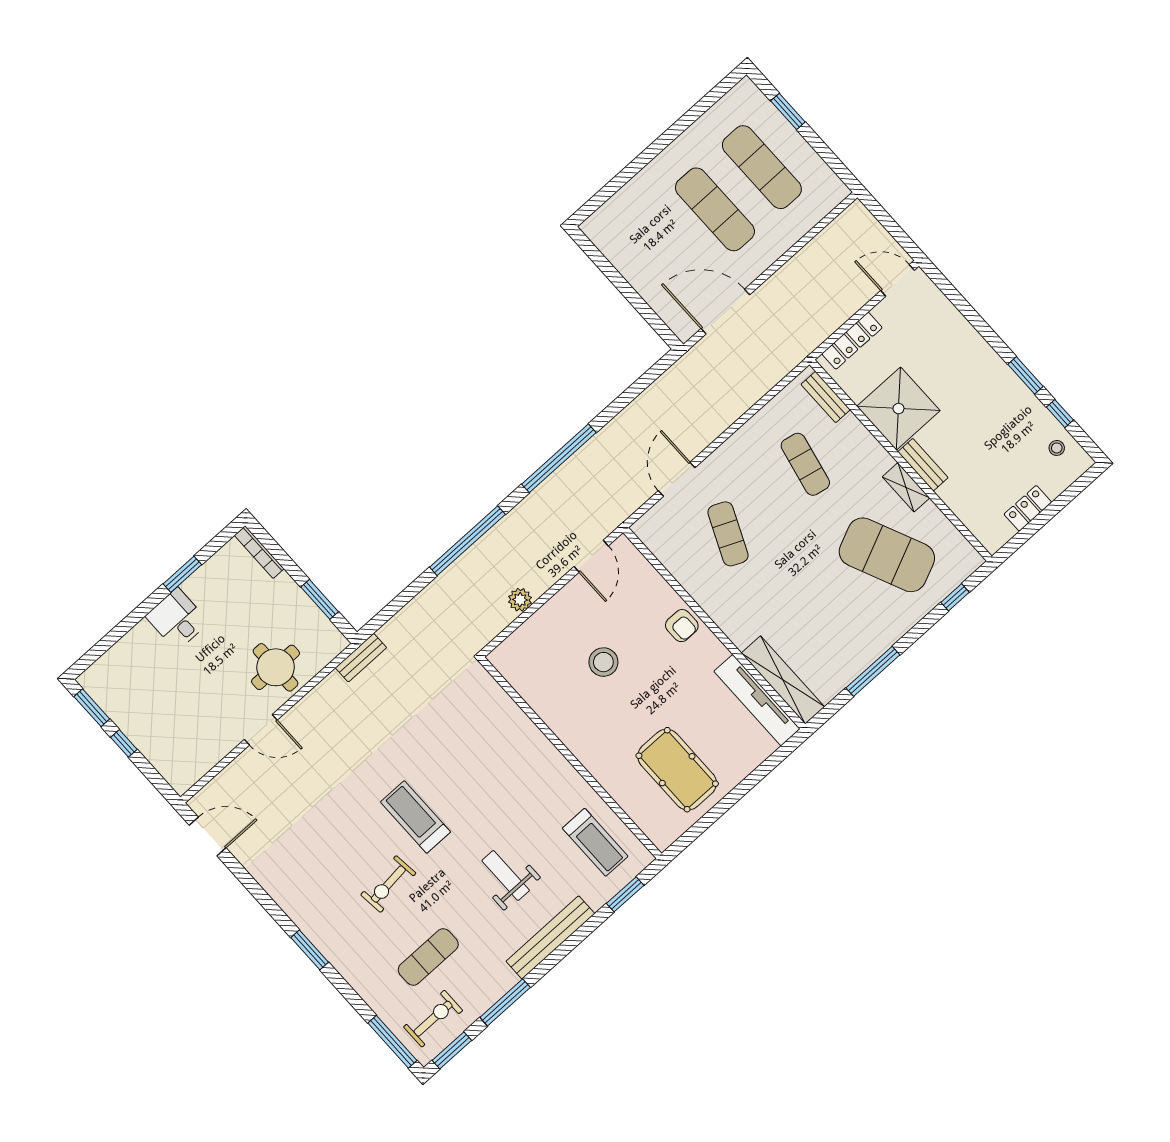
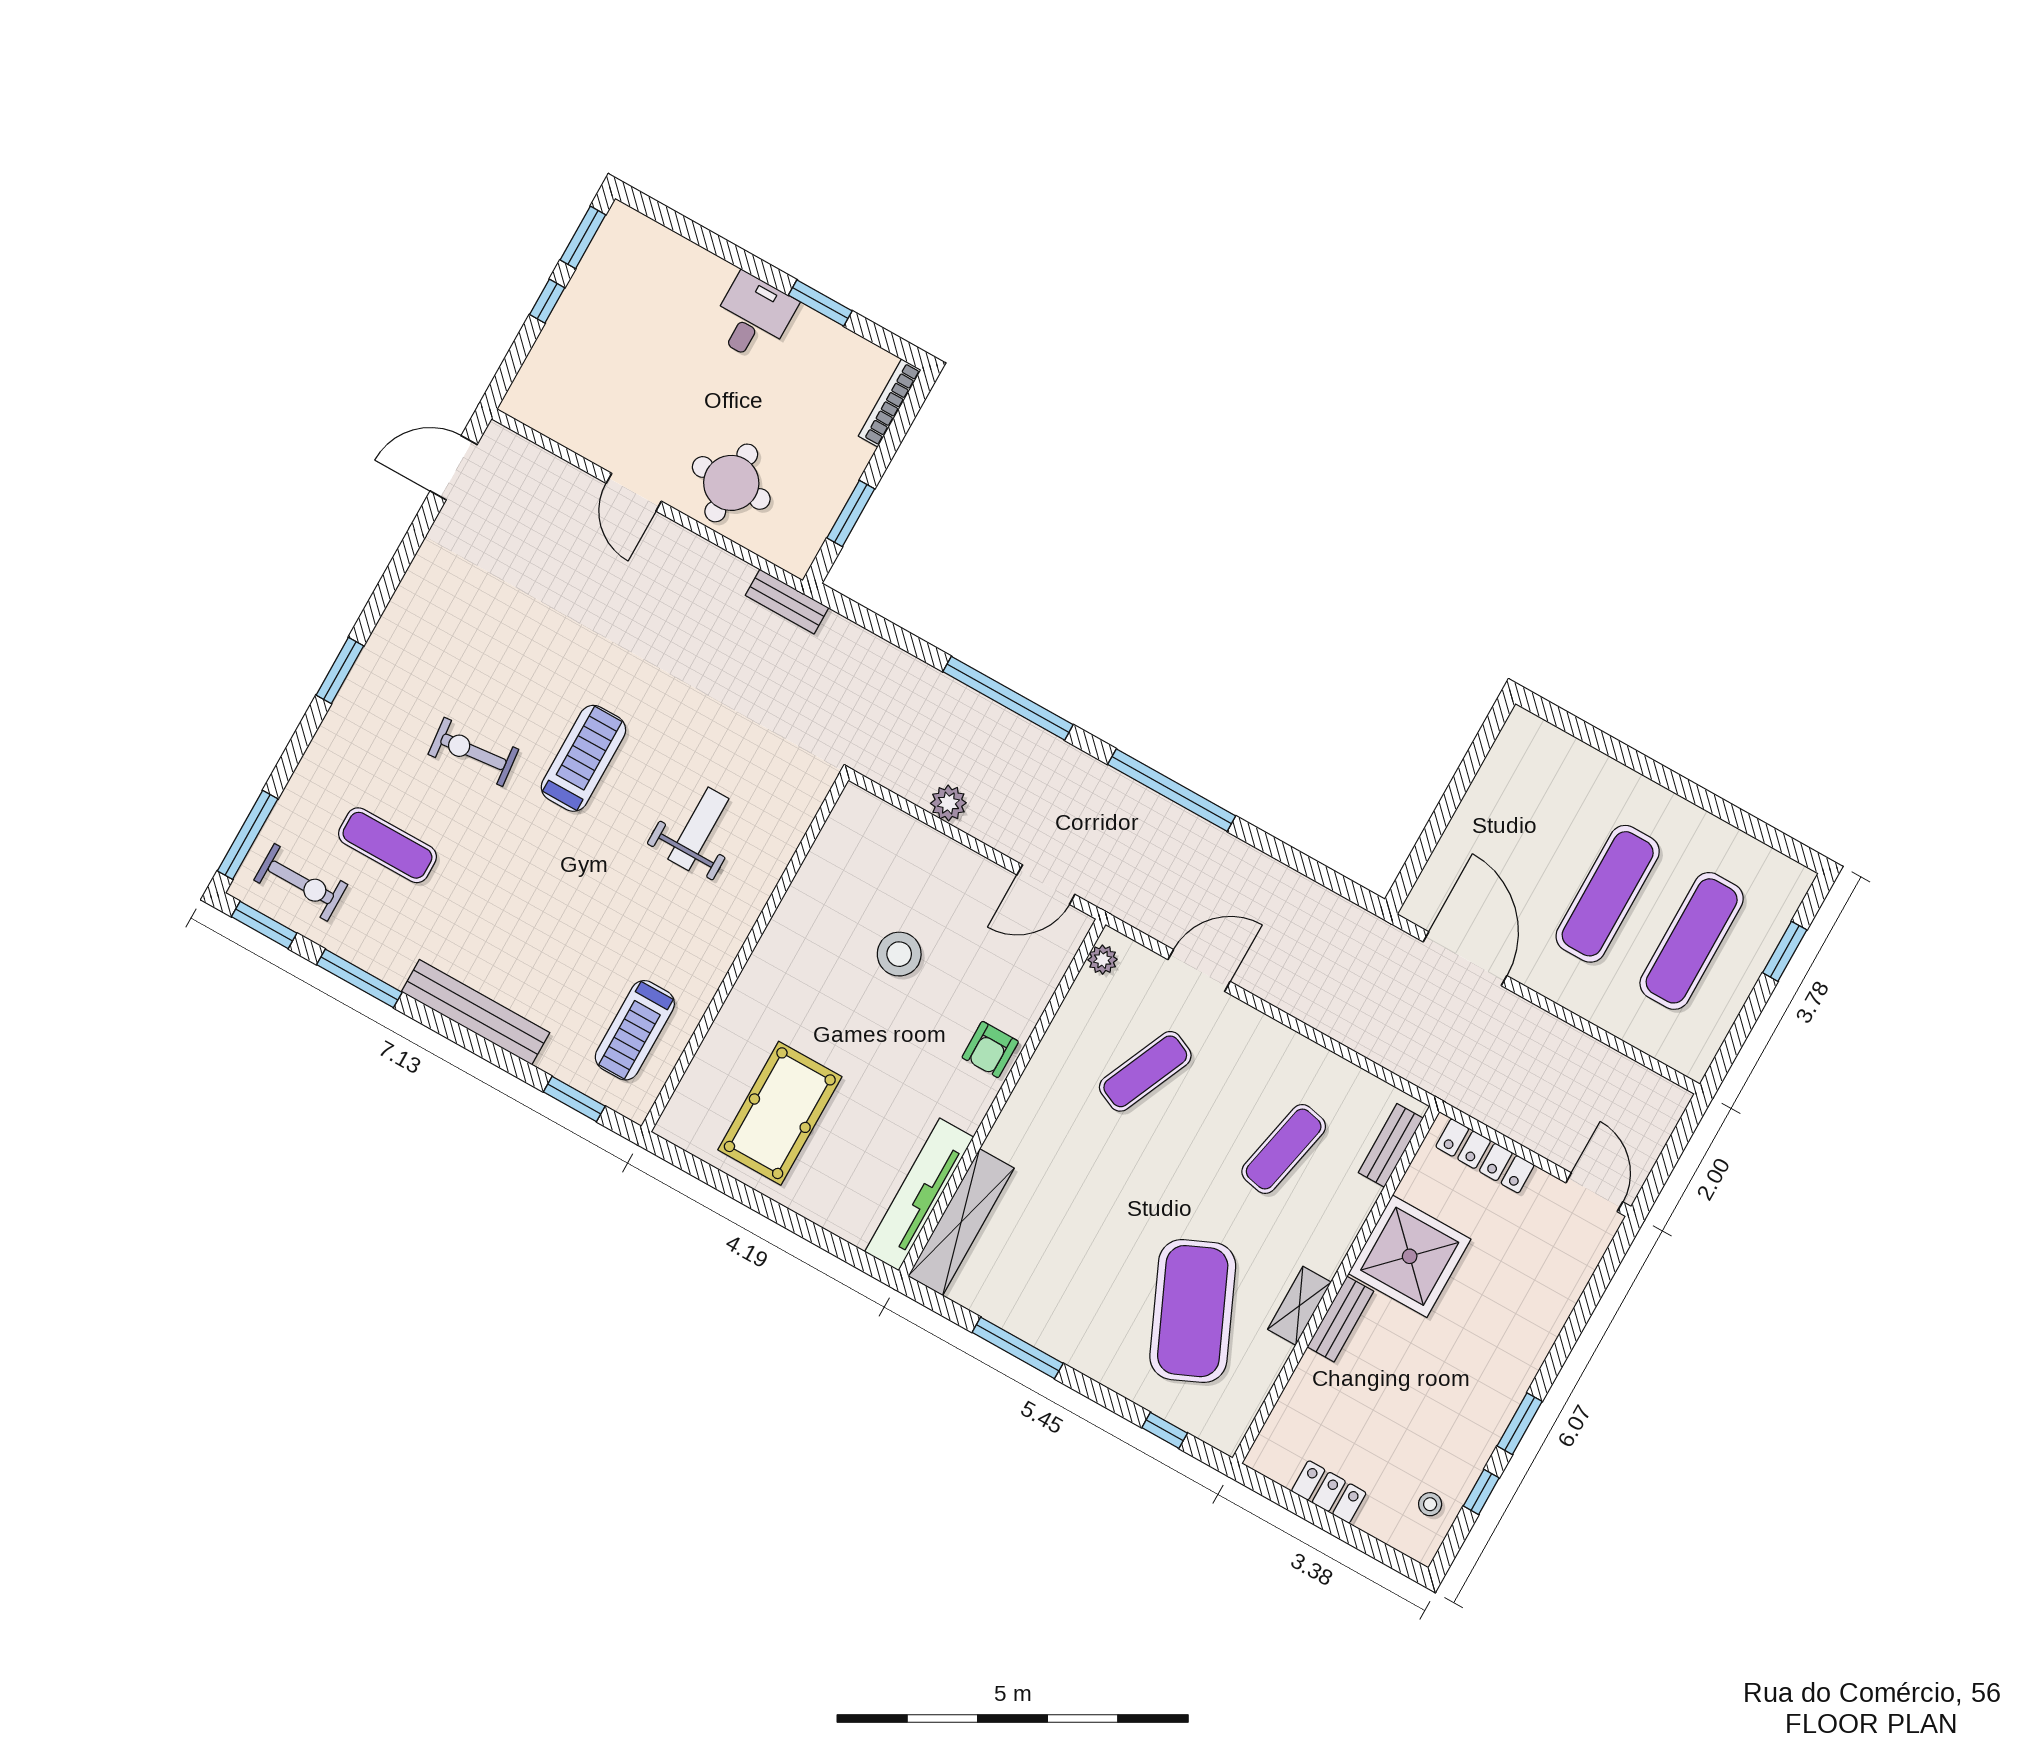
plant: (650, 537) -> (1103, 960), added
door: (208, 837) -> (454, 468), swing flipped
weight bench: (506, 876) -> (698, 829), moved

